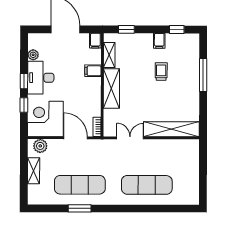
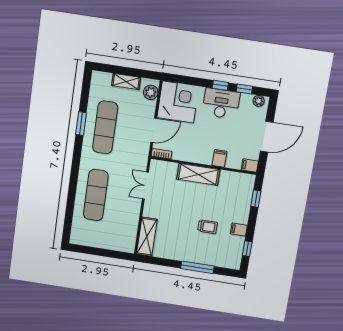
plant: (33, 55) -> (259, 101), moved
shelving: (109, 55) -> (233, 177), removed
window: (24, 105) -> (244, 89), moved
shelving: (171, 129) -> (147, 237), width x0.68
double door: (130, 138) -> (145, 185), swing flipped

